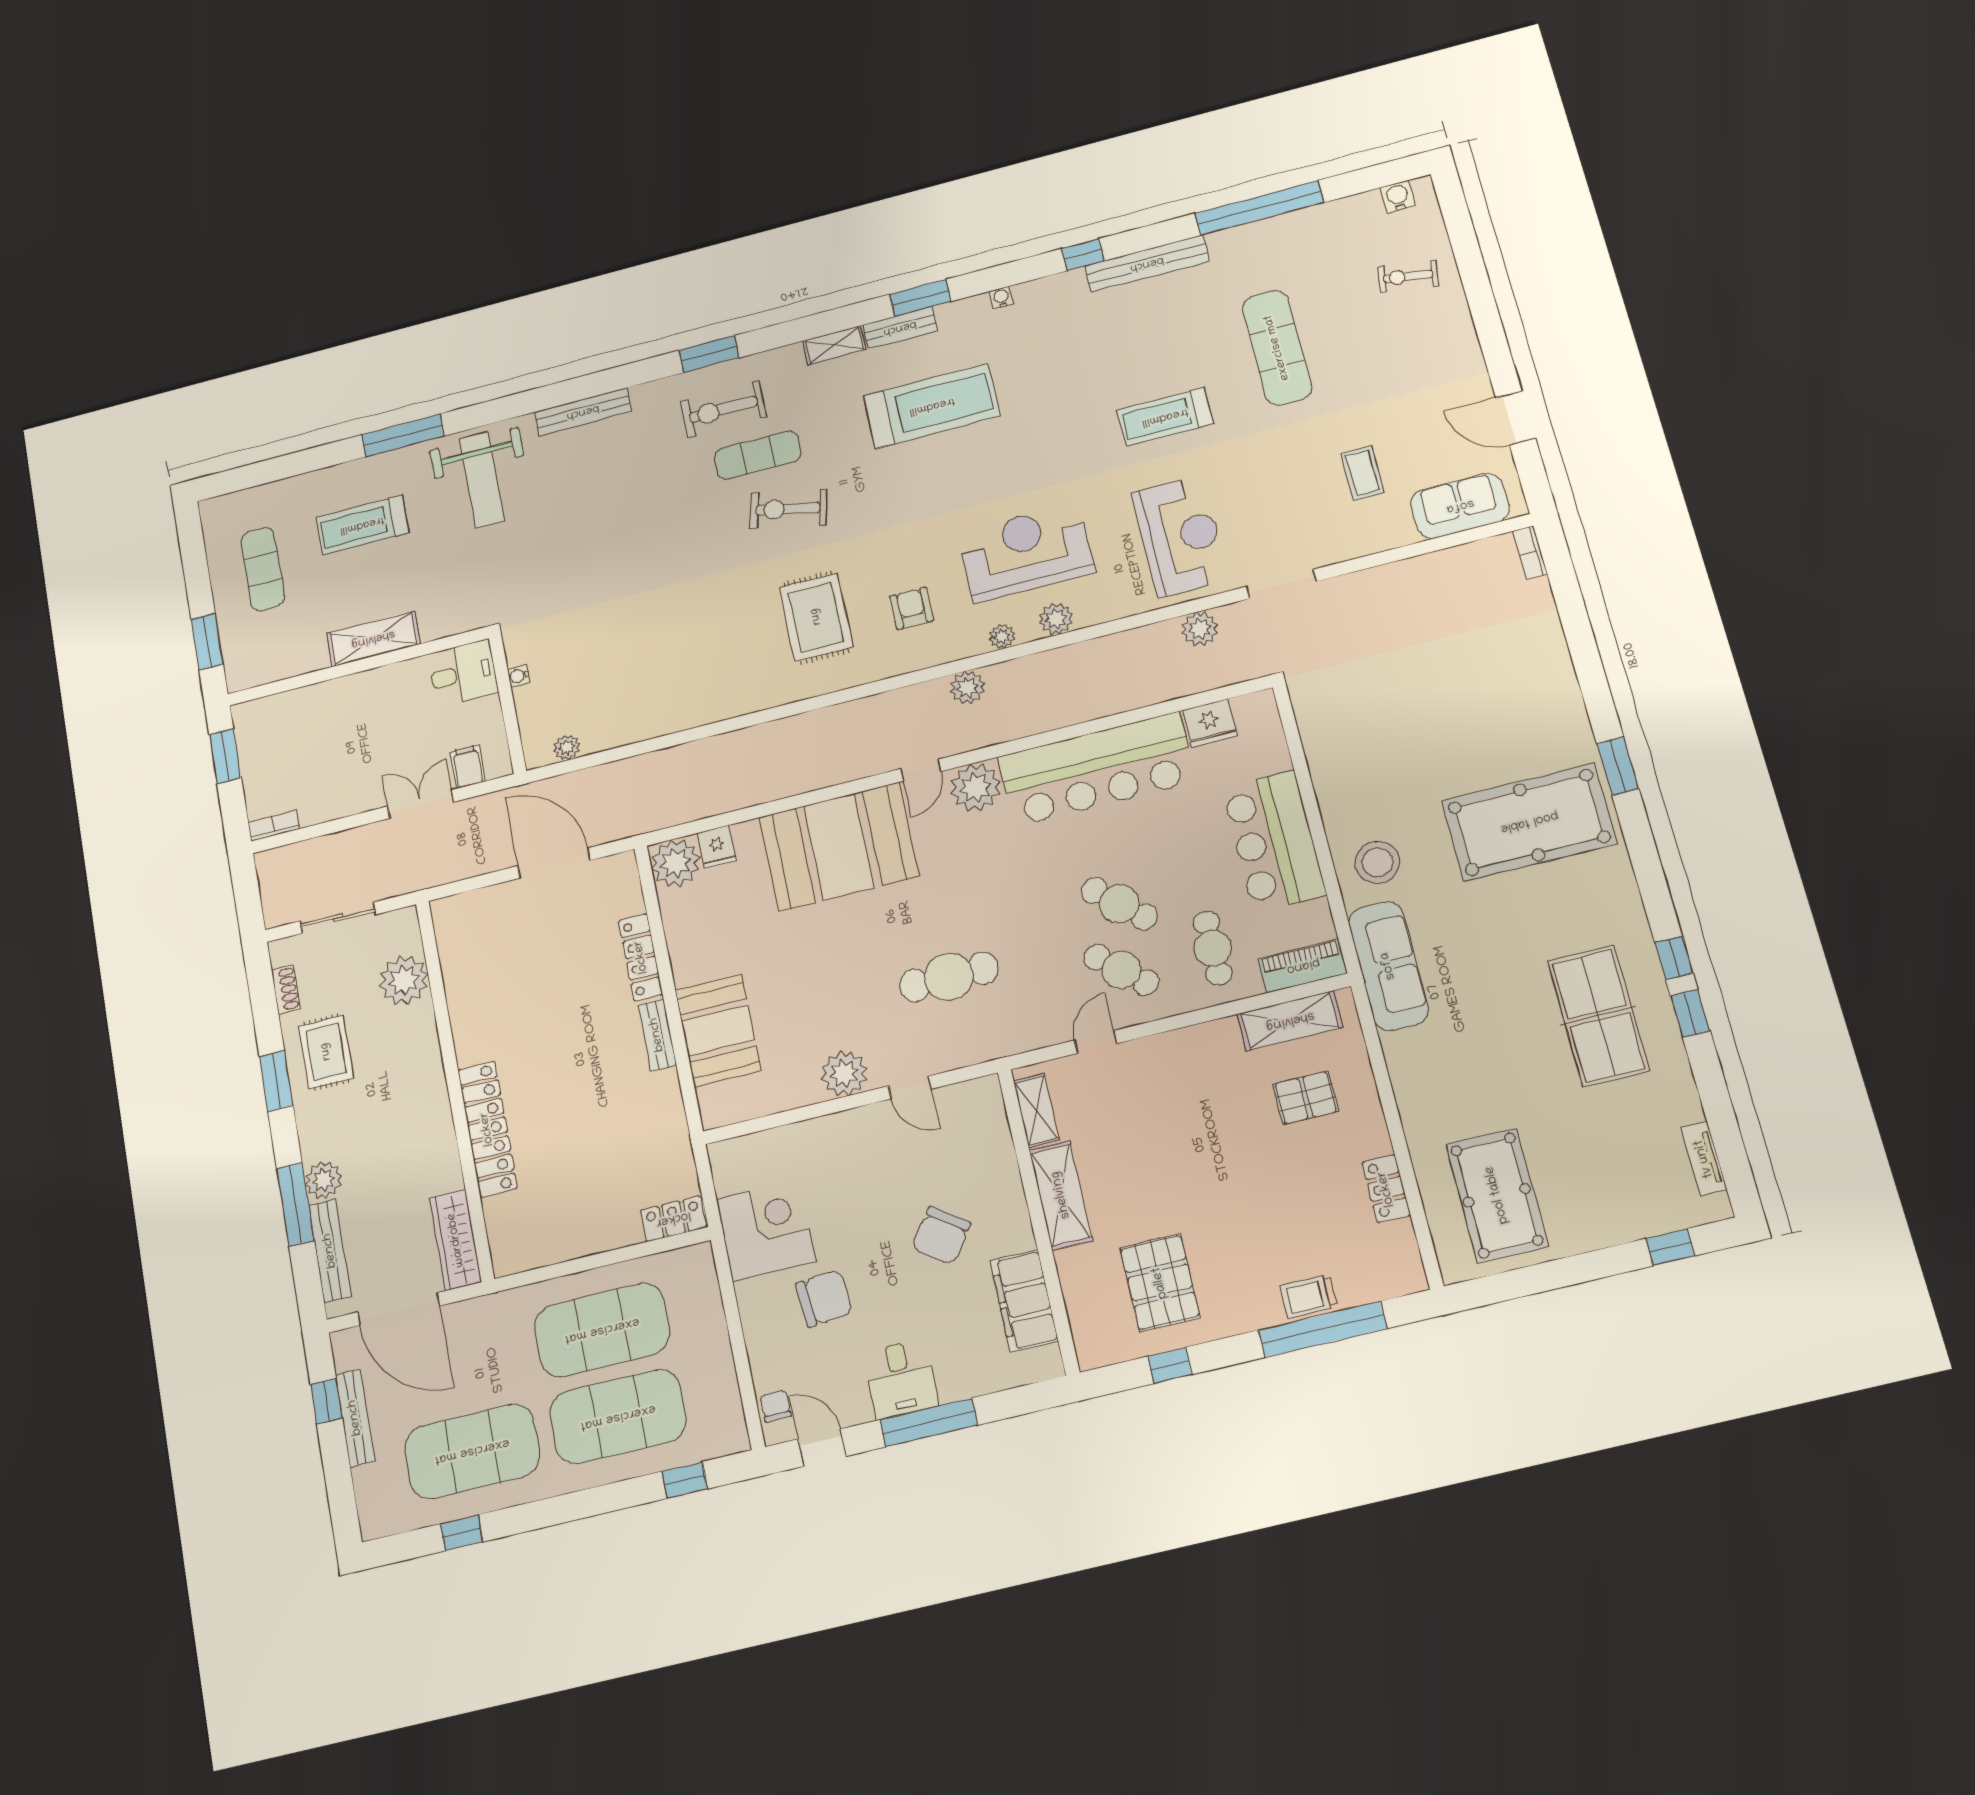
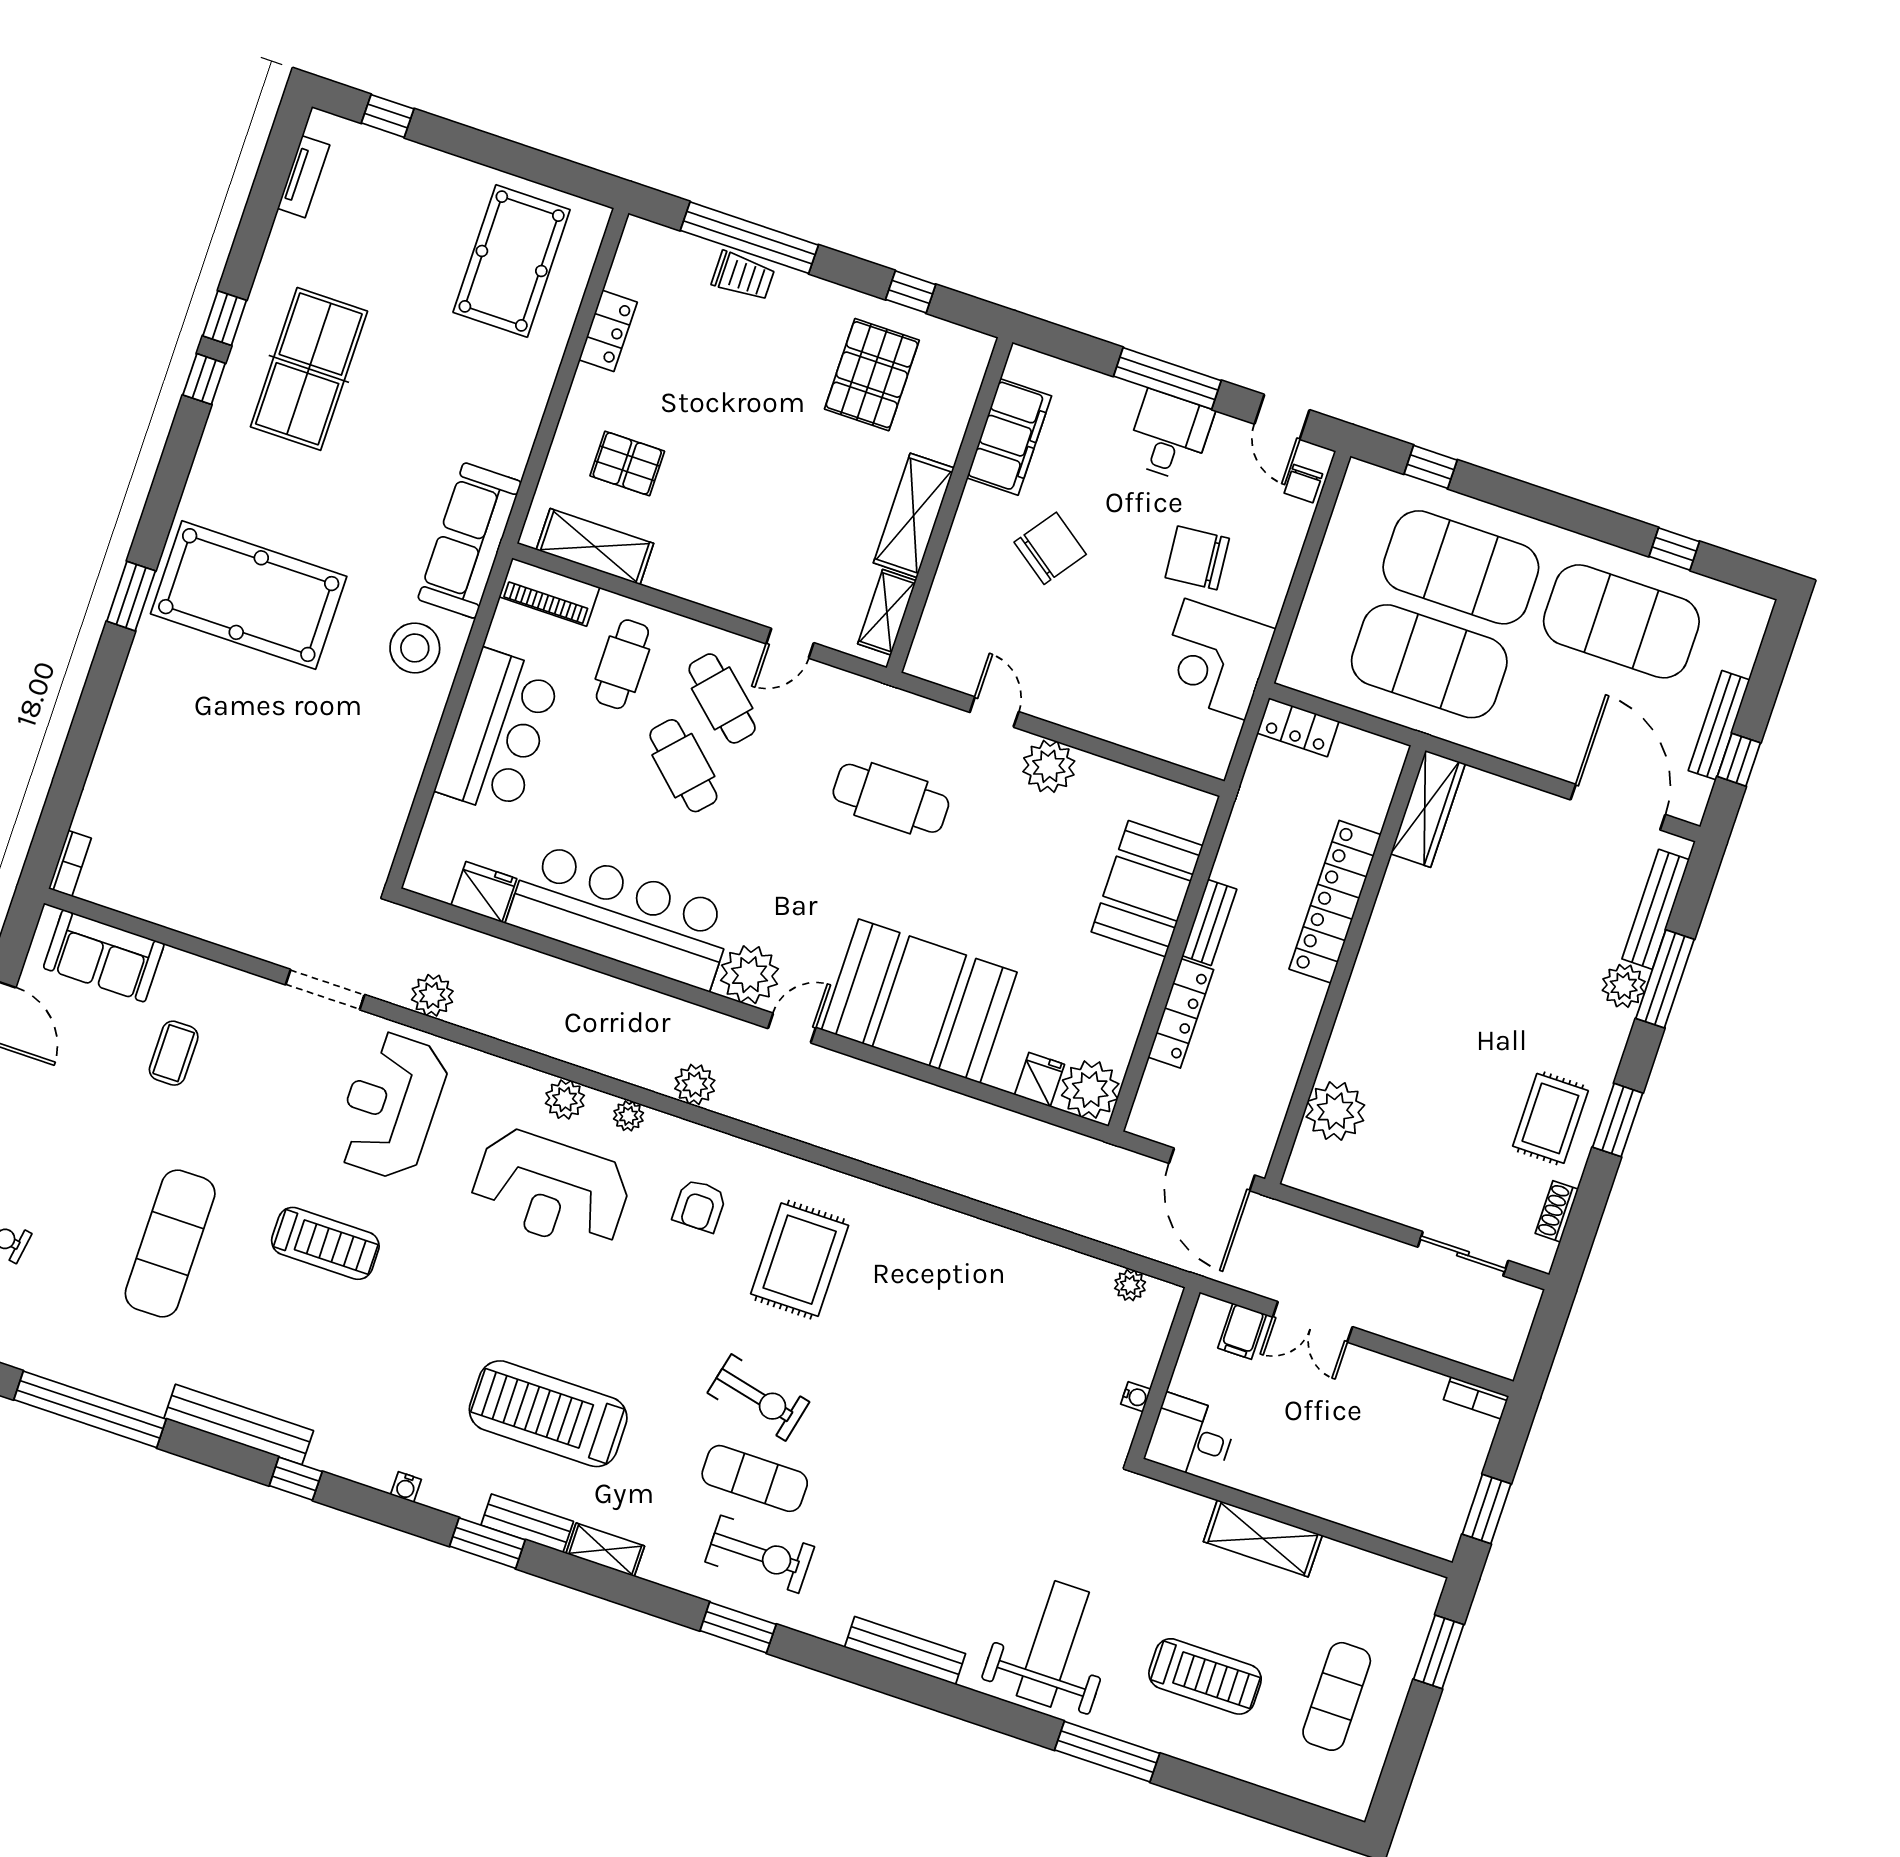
plant: (404, 980) -> (1335, 1111), moved
wall: (454, 1088) -> (1345, 965), moved
locker: (487, 1129) -> (1335, 902), moved
wardrobe: (456, 1240) -> (1428, 809), moved

